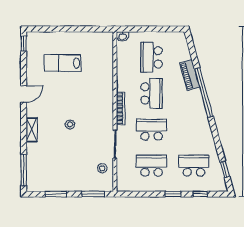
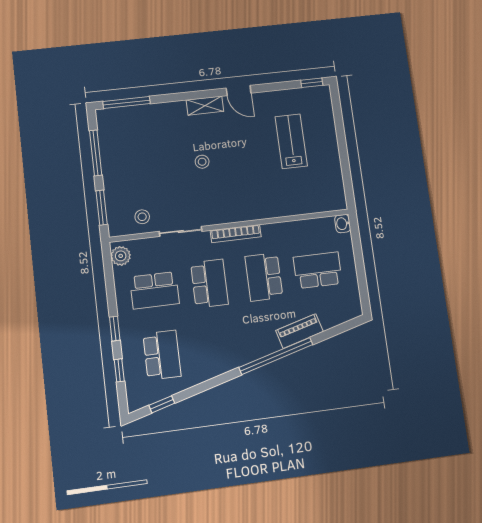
school desk: (152, 93) -> (264, 277), turned 90
shelving: (32, 130) -> (205, 106), moved
school desk: (152, 166) -> (155, 290), turned 90
plant: (126, 185) -> (121, 256), added
window: (56, 194) -> (96, 153), width x1.44

